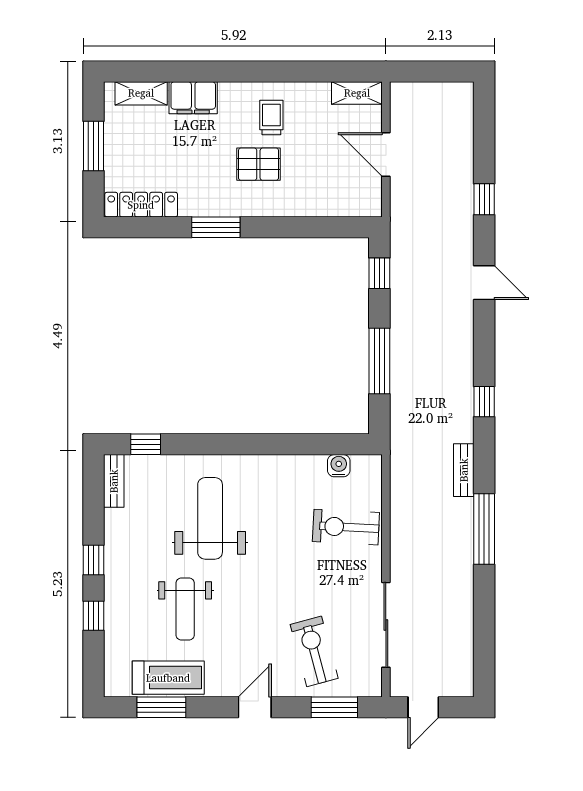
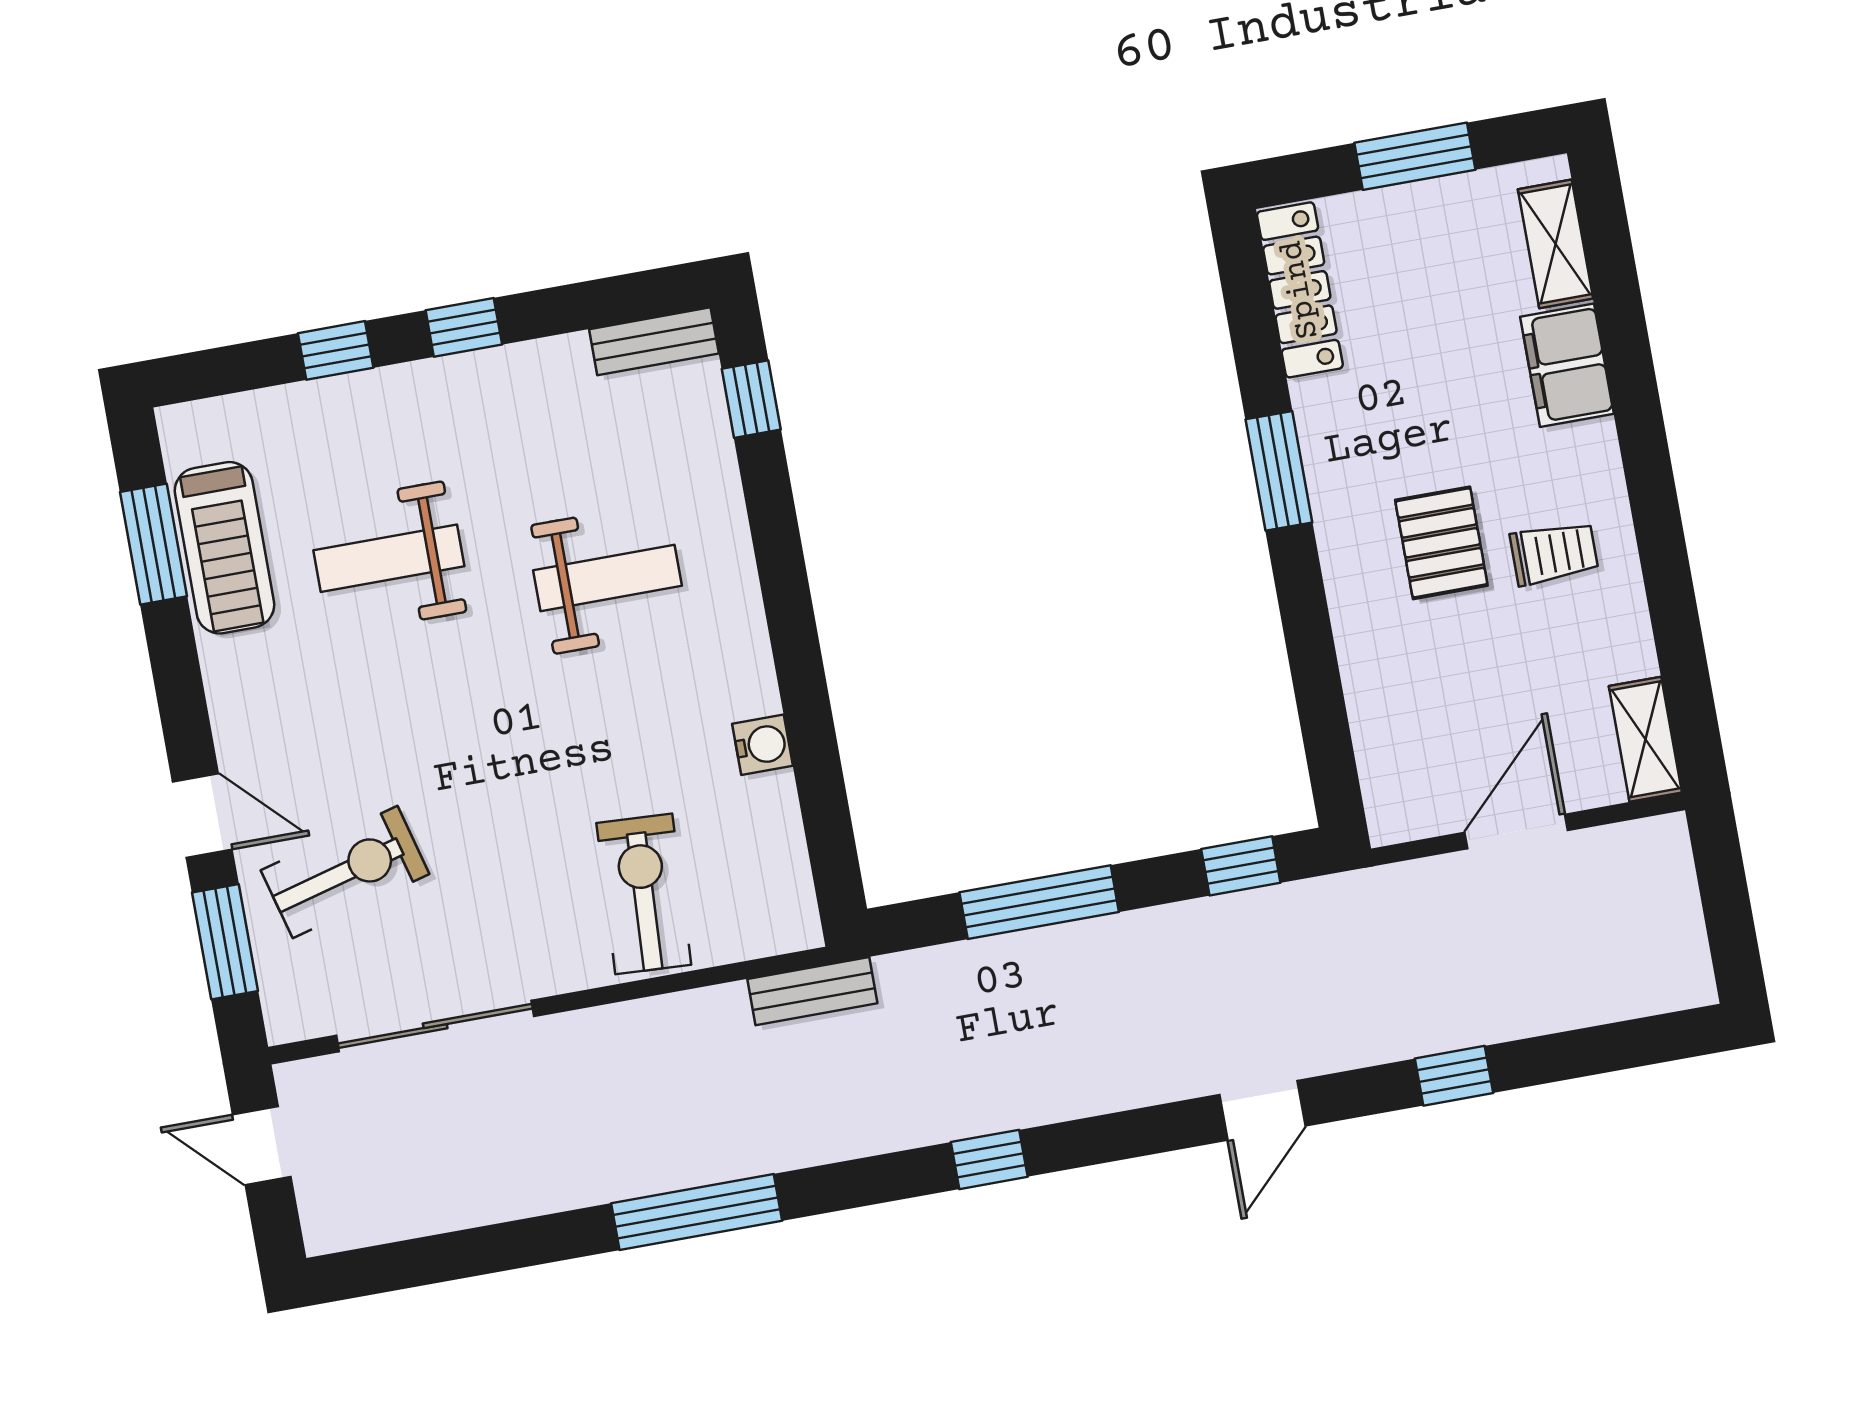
water cooler: (339, 466) -> (763, 745), moved
bench: (464, 470) -> (812, 991), moved
weight bench: (210, 518) -> (608, 578), width x0.73, depth x0.75
door: (255, 707) -> (202, 815), moved

